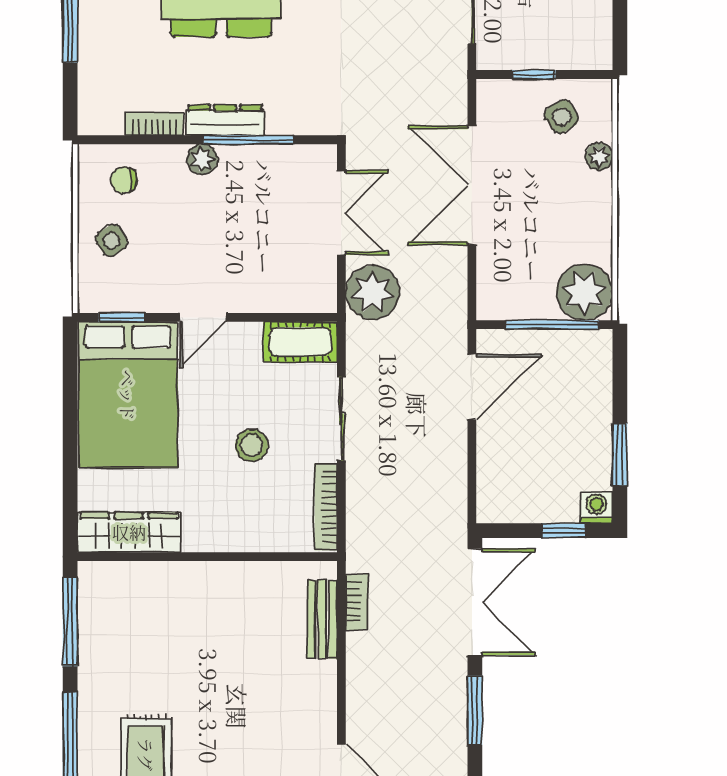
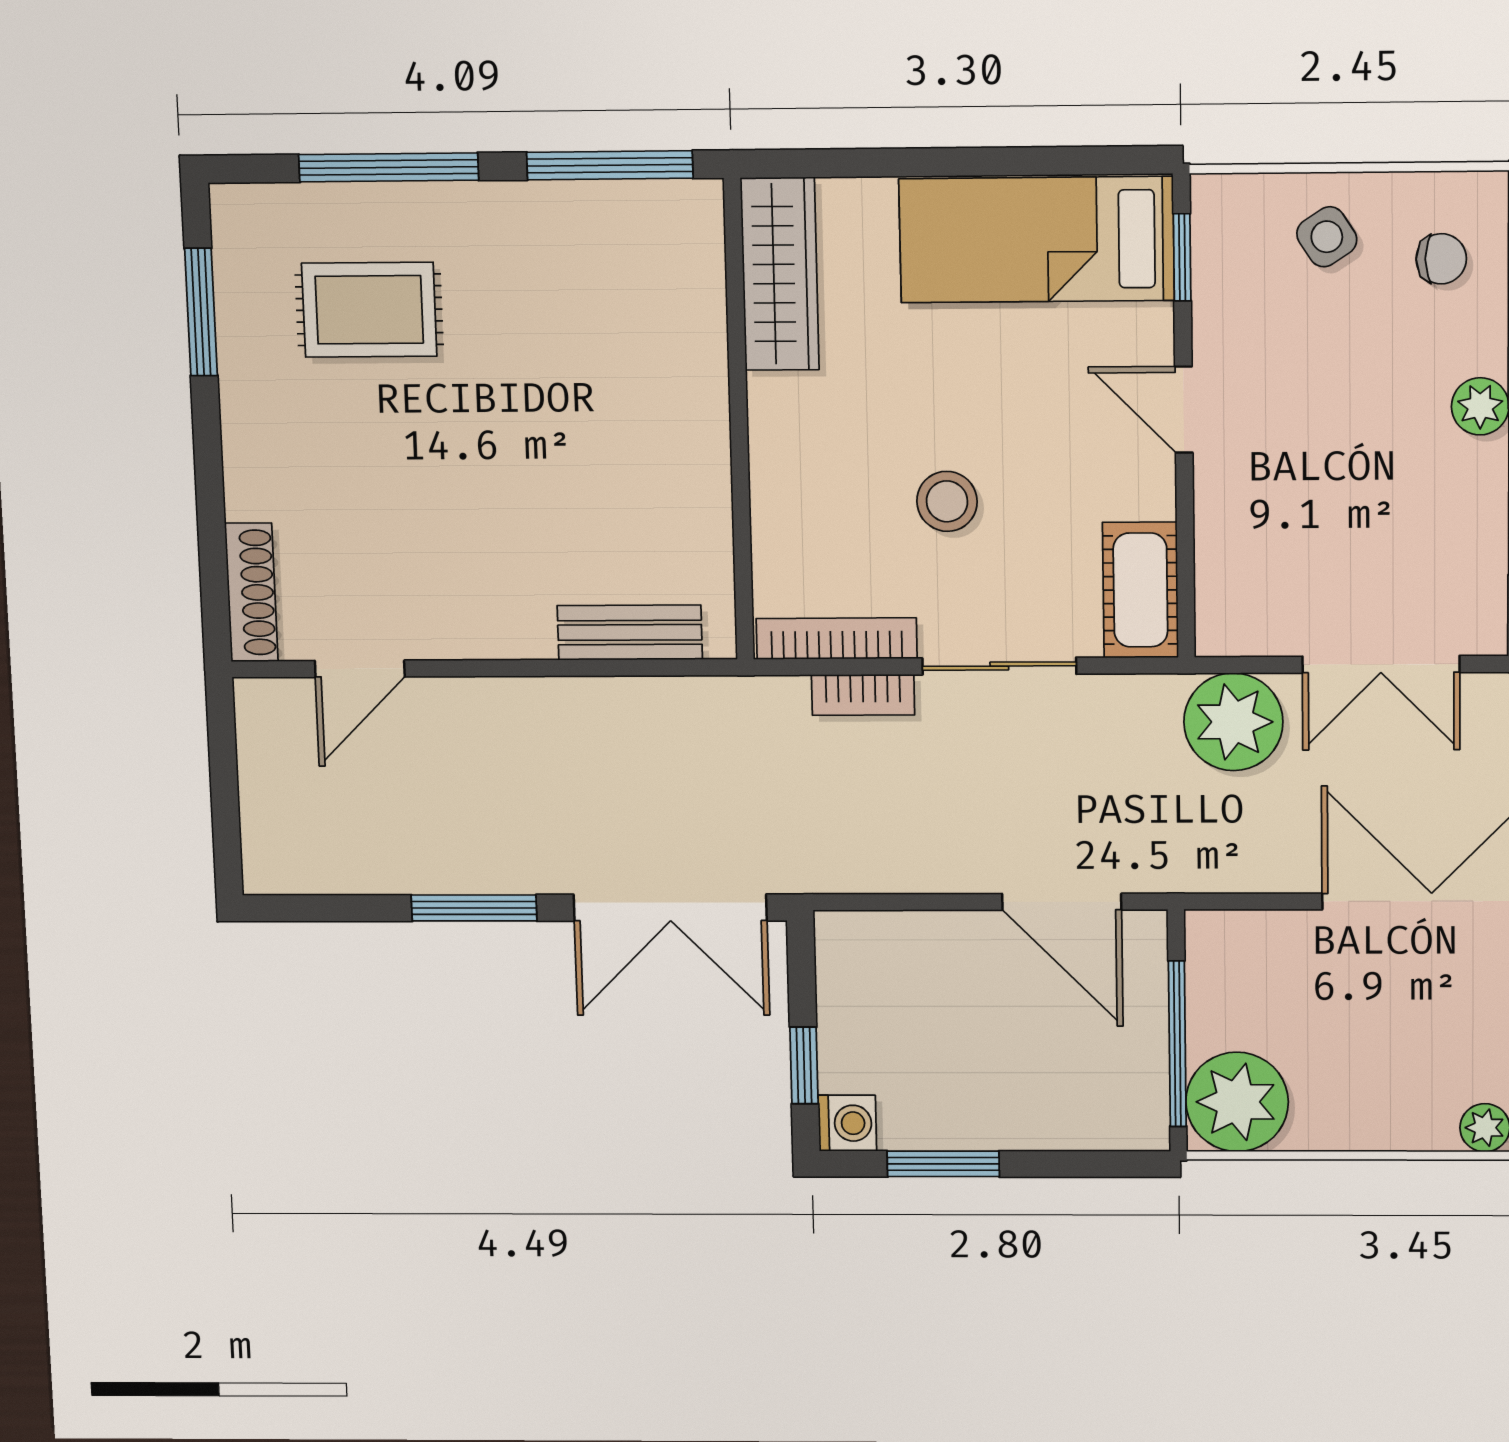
chair: (124, 180) -> (1441, 259), turned 90
bed: (128, 395) -> (1037, 240), width x0.67
bookcase: (357, 602) -> (863, 695), moved

